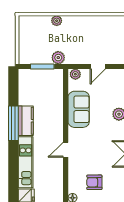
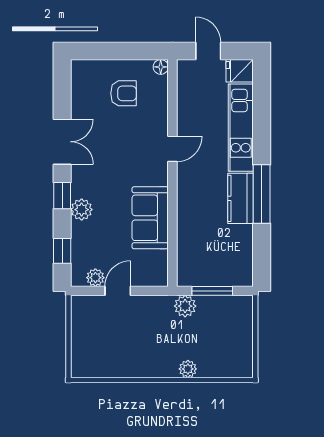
plant: (75, 74) -> (95, 278), moved

